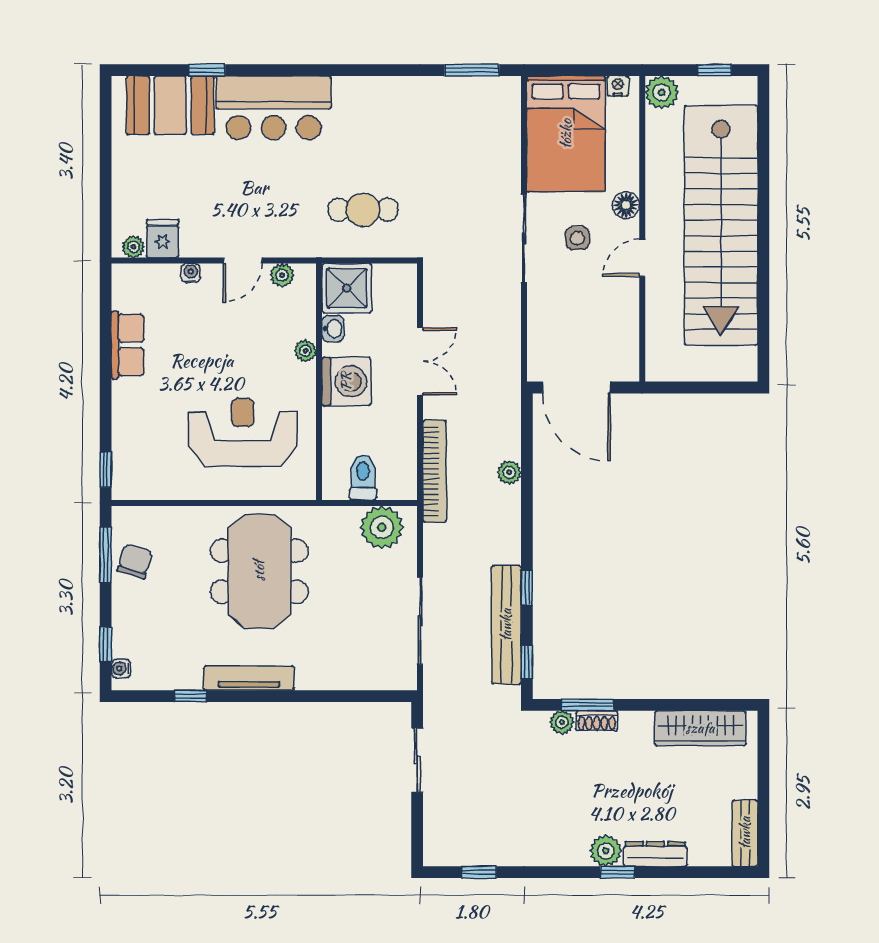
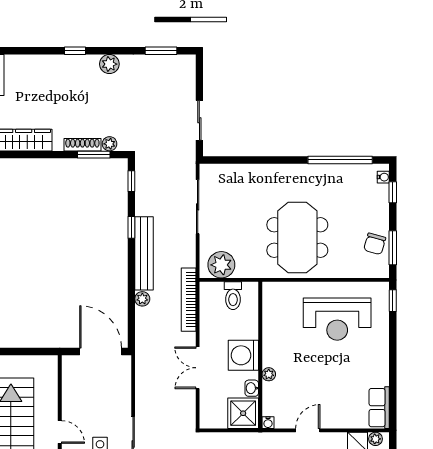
door: (642, 258) -> (60, 432), hinge flipped
water cooler: (191, 273) -> (268, 423), moved
plant: (282, 275) -> (283, 421), removed
row of seats: (128, 345) -> (379, 408), moved
reception desk: (243, 432) -> (337, 319), moved
bench: (506, 625) -> (144, 253), moved
tv unit: (249, 678) -> (304, 171), removed
window: (191, 696) -> (340, 160), width x3.17
shoe rack: (597, 721) -> (82, 145), width x1.43
plant: (606, 851) -> (109, 64), moved
dresser: (655, 854) -> (52, 62), removed
window: (479, 872) -> (161, 51), width x1.50

